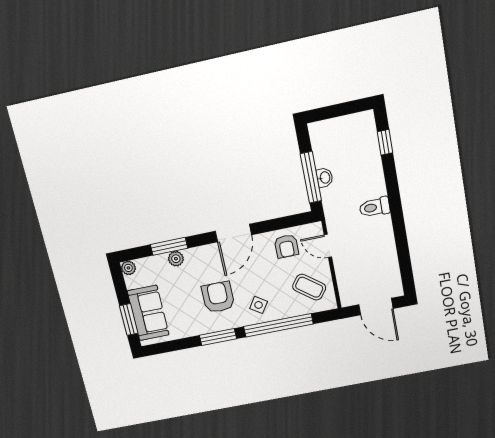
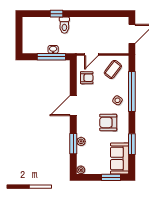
window: (385, 142) -> (57, 14), moved
toilet: (375, 207) -> (64, 25), moved
door: (233, 233) -> (73, 106), swing flipped
sofa: (148, 313) -> (120, 158), moved, turned -90
window: (218, 337) -> (132, 144), moved

